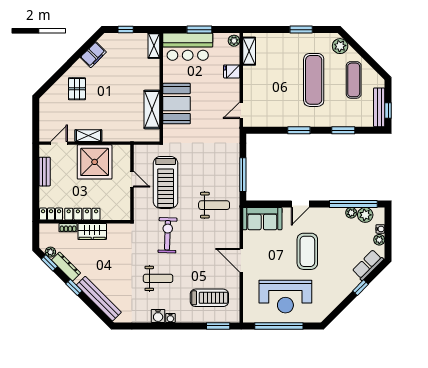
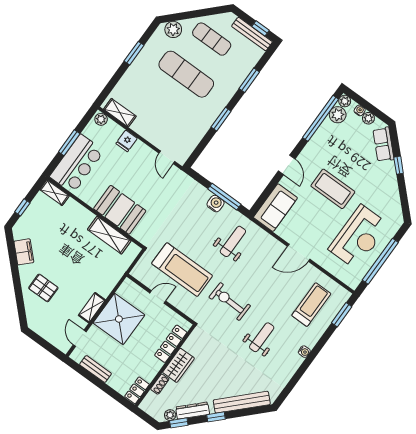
plant: (351, 213) -> (345, 101), moved
locker: (82, 214) -> (171, 344), moved
water cooler: (158, 316) -> (215, 204), moved, turned -90

